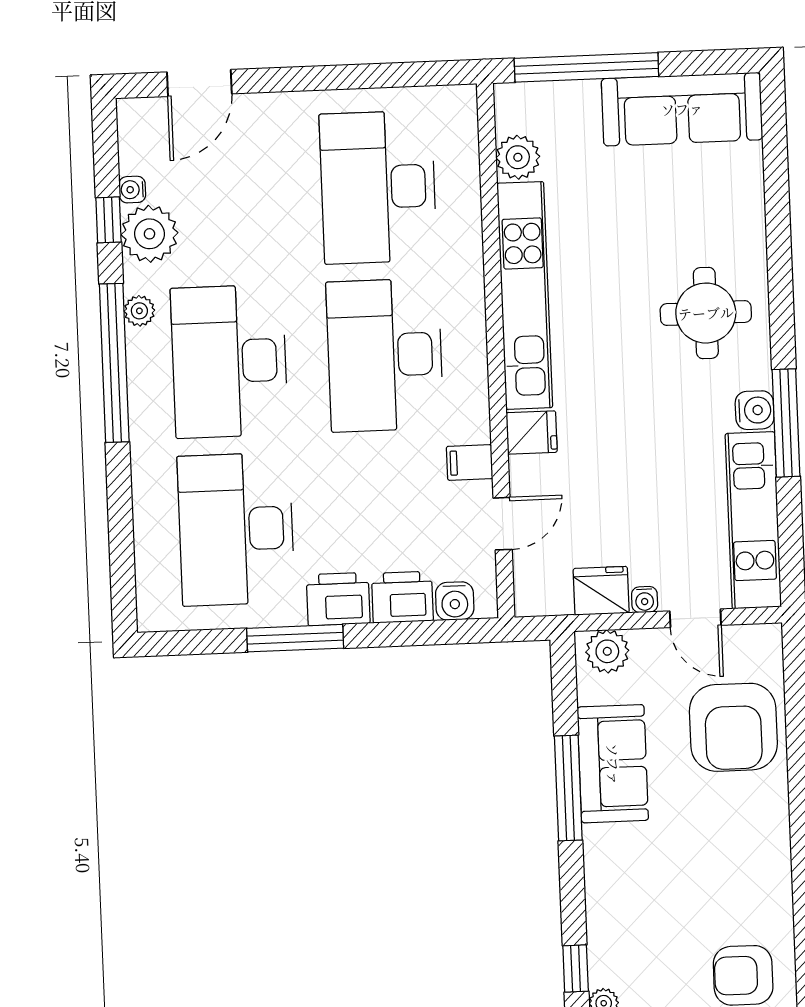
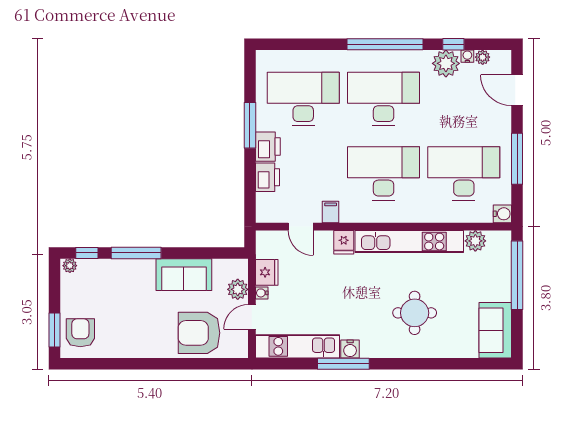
window: (342, 77) -> (517, 159), added
sofa: (682, 109) -> (495, 330), width x0.73
plant: (139, 311) -> (483, 57), moved
round table: (706, 313) -> (415, 313), moved
water cooler: (455, 601) -> (502, 214), moved, turned 180
plant: (607, 651) -> (238, 289), moved
window: (568, 788) -> (136, 253), moved

